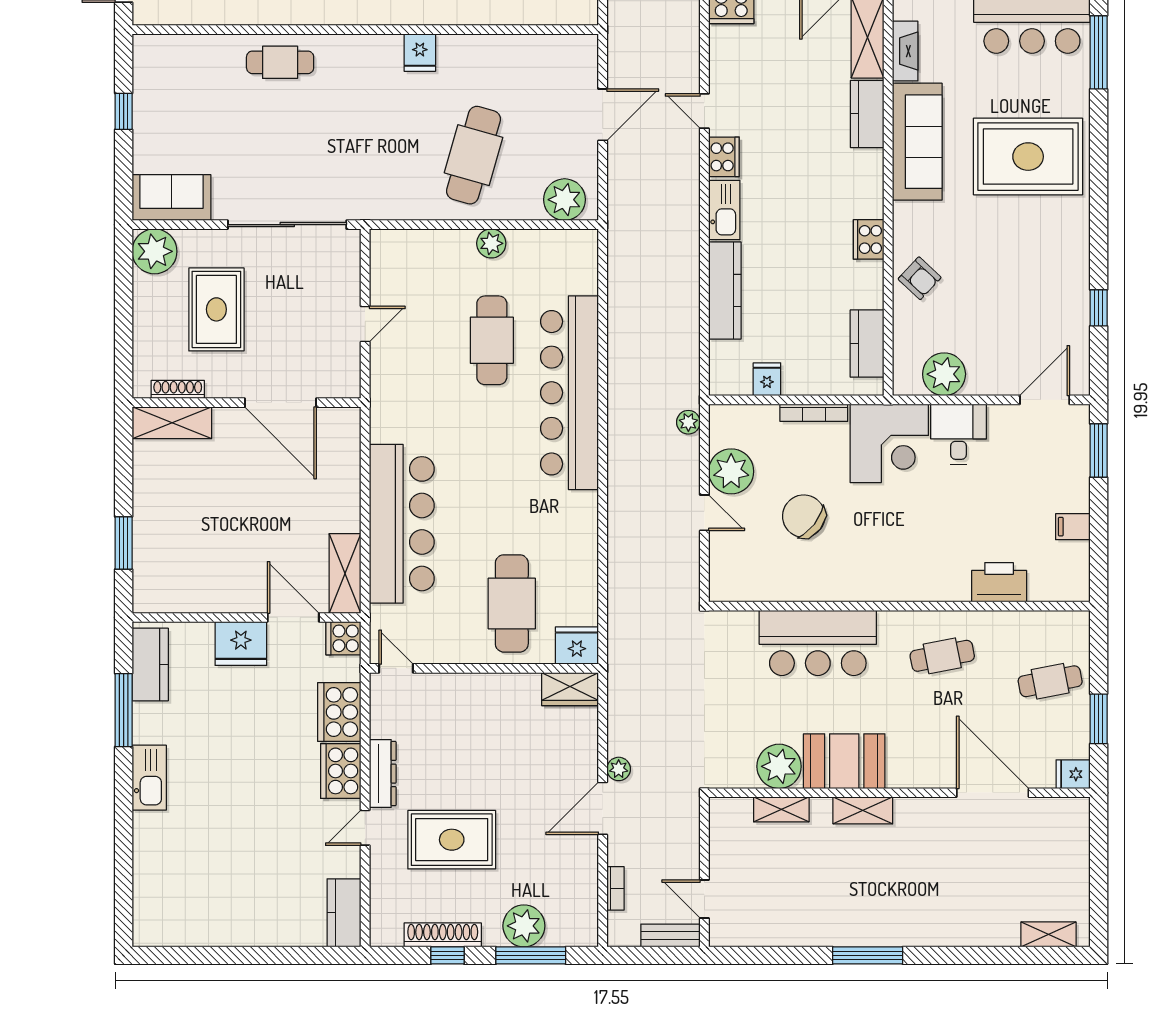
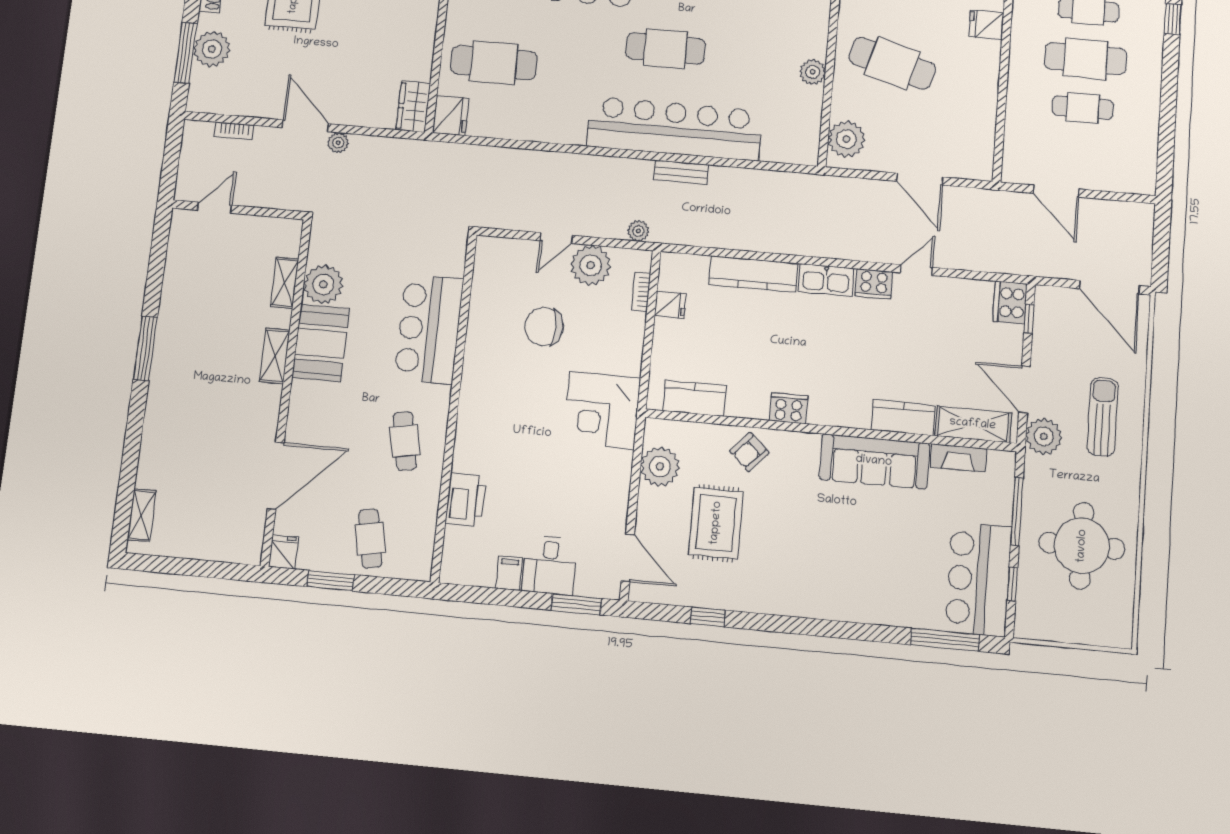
rug: (1028, 157) -> (716, 523), moved, width x0.73, depth x0.69
cafe table: (492, 340) -> (665, 49), moved
bookcase: (814, 413) -> (641, 292), moved, width x0.64
desk: (958, 434) -> (550, 565), moved, turned 90
chair: (804, 516) -> (544, 327), turned -128
bench: (670, 935) -> (681, 172), moved, turned 90

